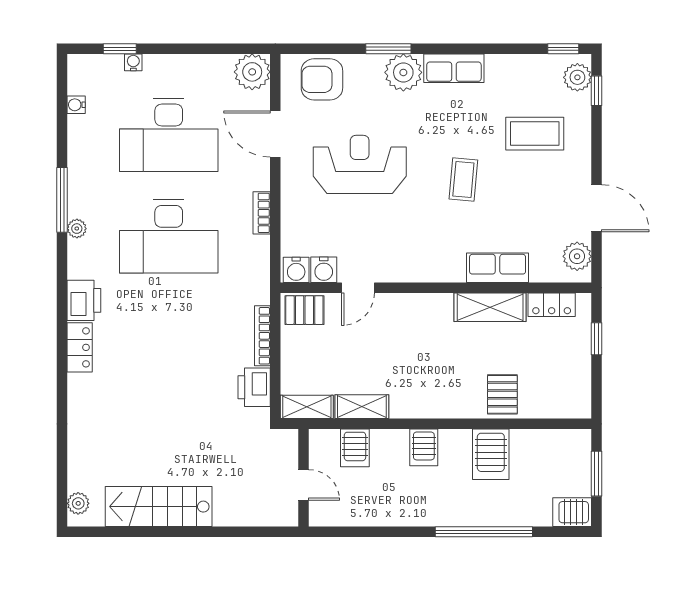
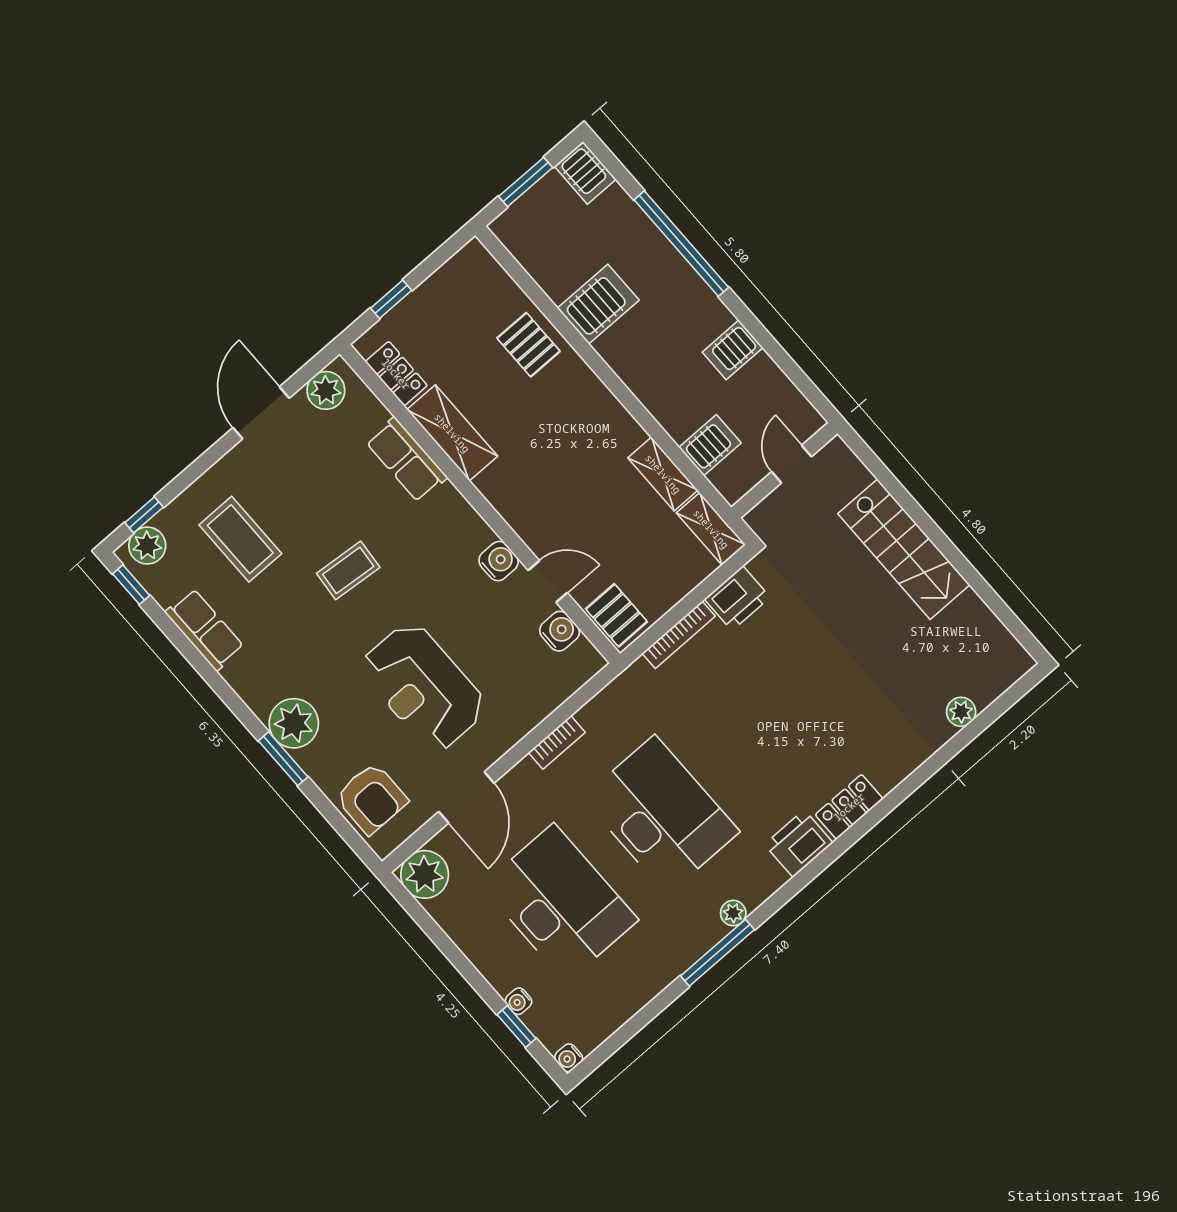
row of seats: (454, 68) -> (205, 630), moved
water cooler: (76, 105) -> (569, 1058), moved, turned 90
water cooler: (296, 270) -> (499, 561), moved
pallet: (502, 394) -> (528, 345), turned 90
server rack: (424, 447) -> (733, 350), moved, turned 180
plant: (78, 503) -> (961, 712), moved
stairs: (159, 507) -> (904, 549), moved

